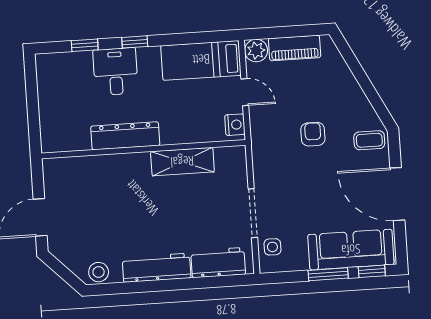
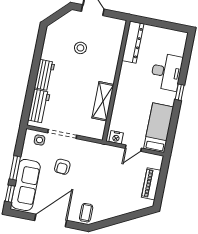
window: (85, 45) -> (185, 63), removed
plant: (256, 51) -> (156, 161), removed
desk: (115, 72) -> (166, 72), width x1.37
armchair: (313, 134) -> (62, 167), moved, turned 94
dresser: (125, 136) -> (133, 42), moved
workbench: (157, 268) -> (44, 75), width x0.73
stool: (99, 272) -> (80, 48), moved

